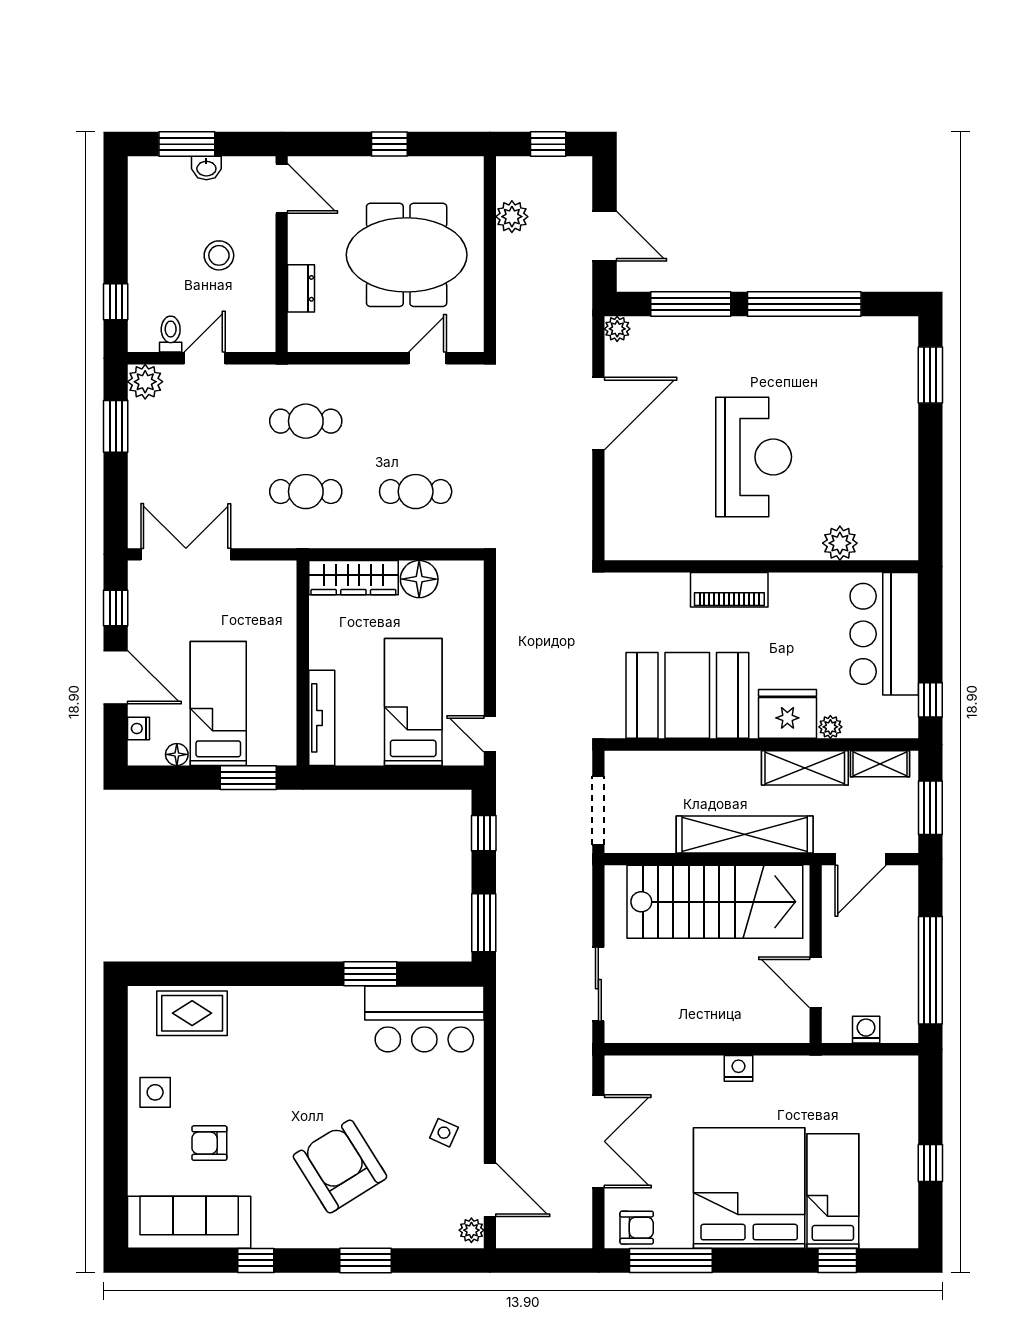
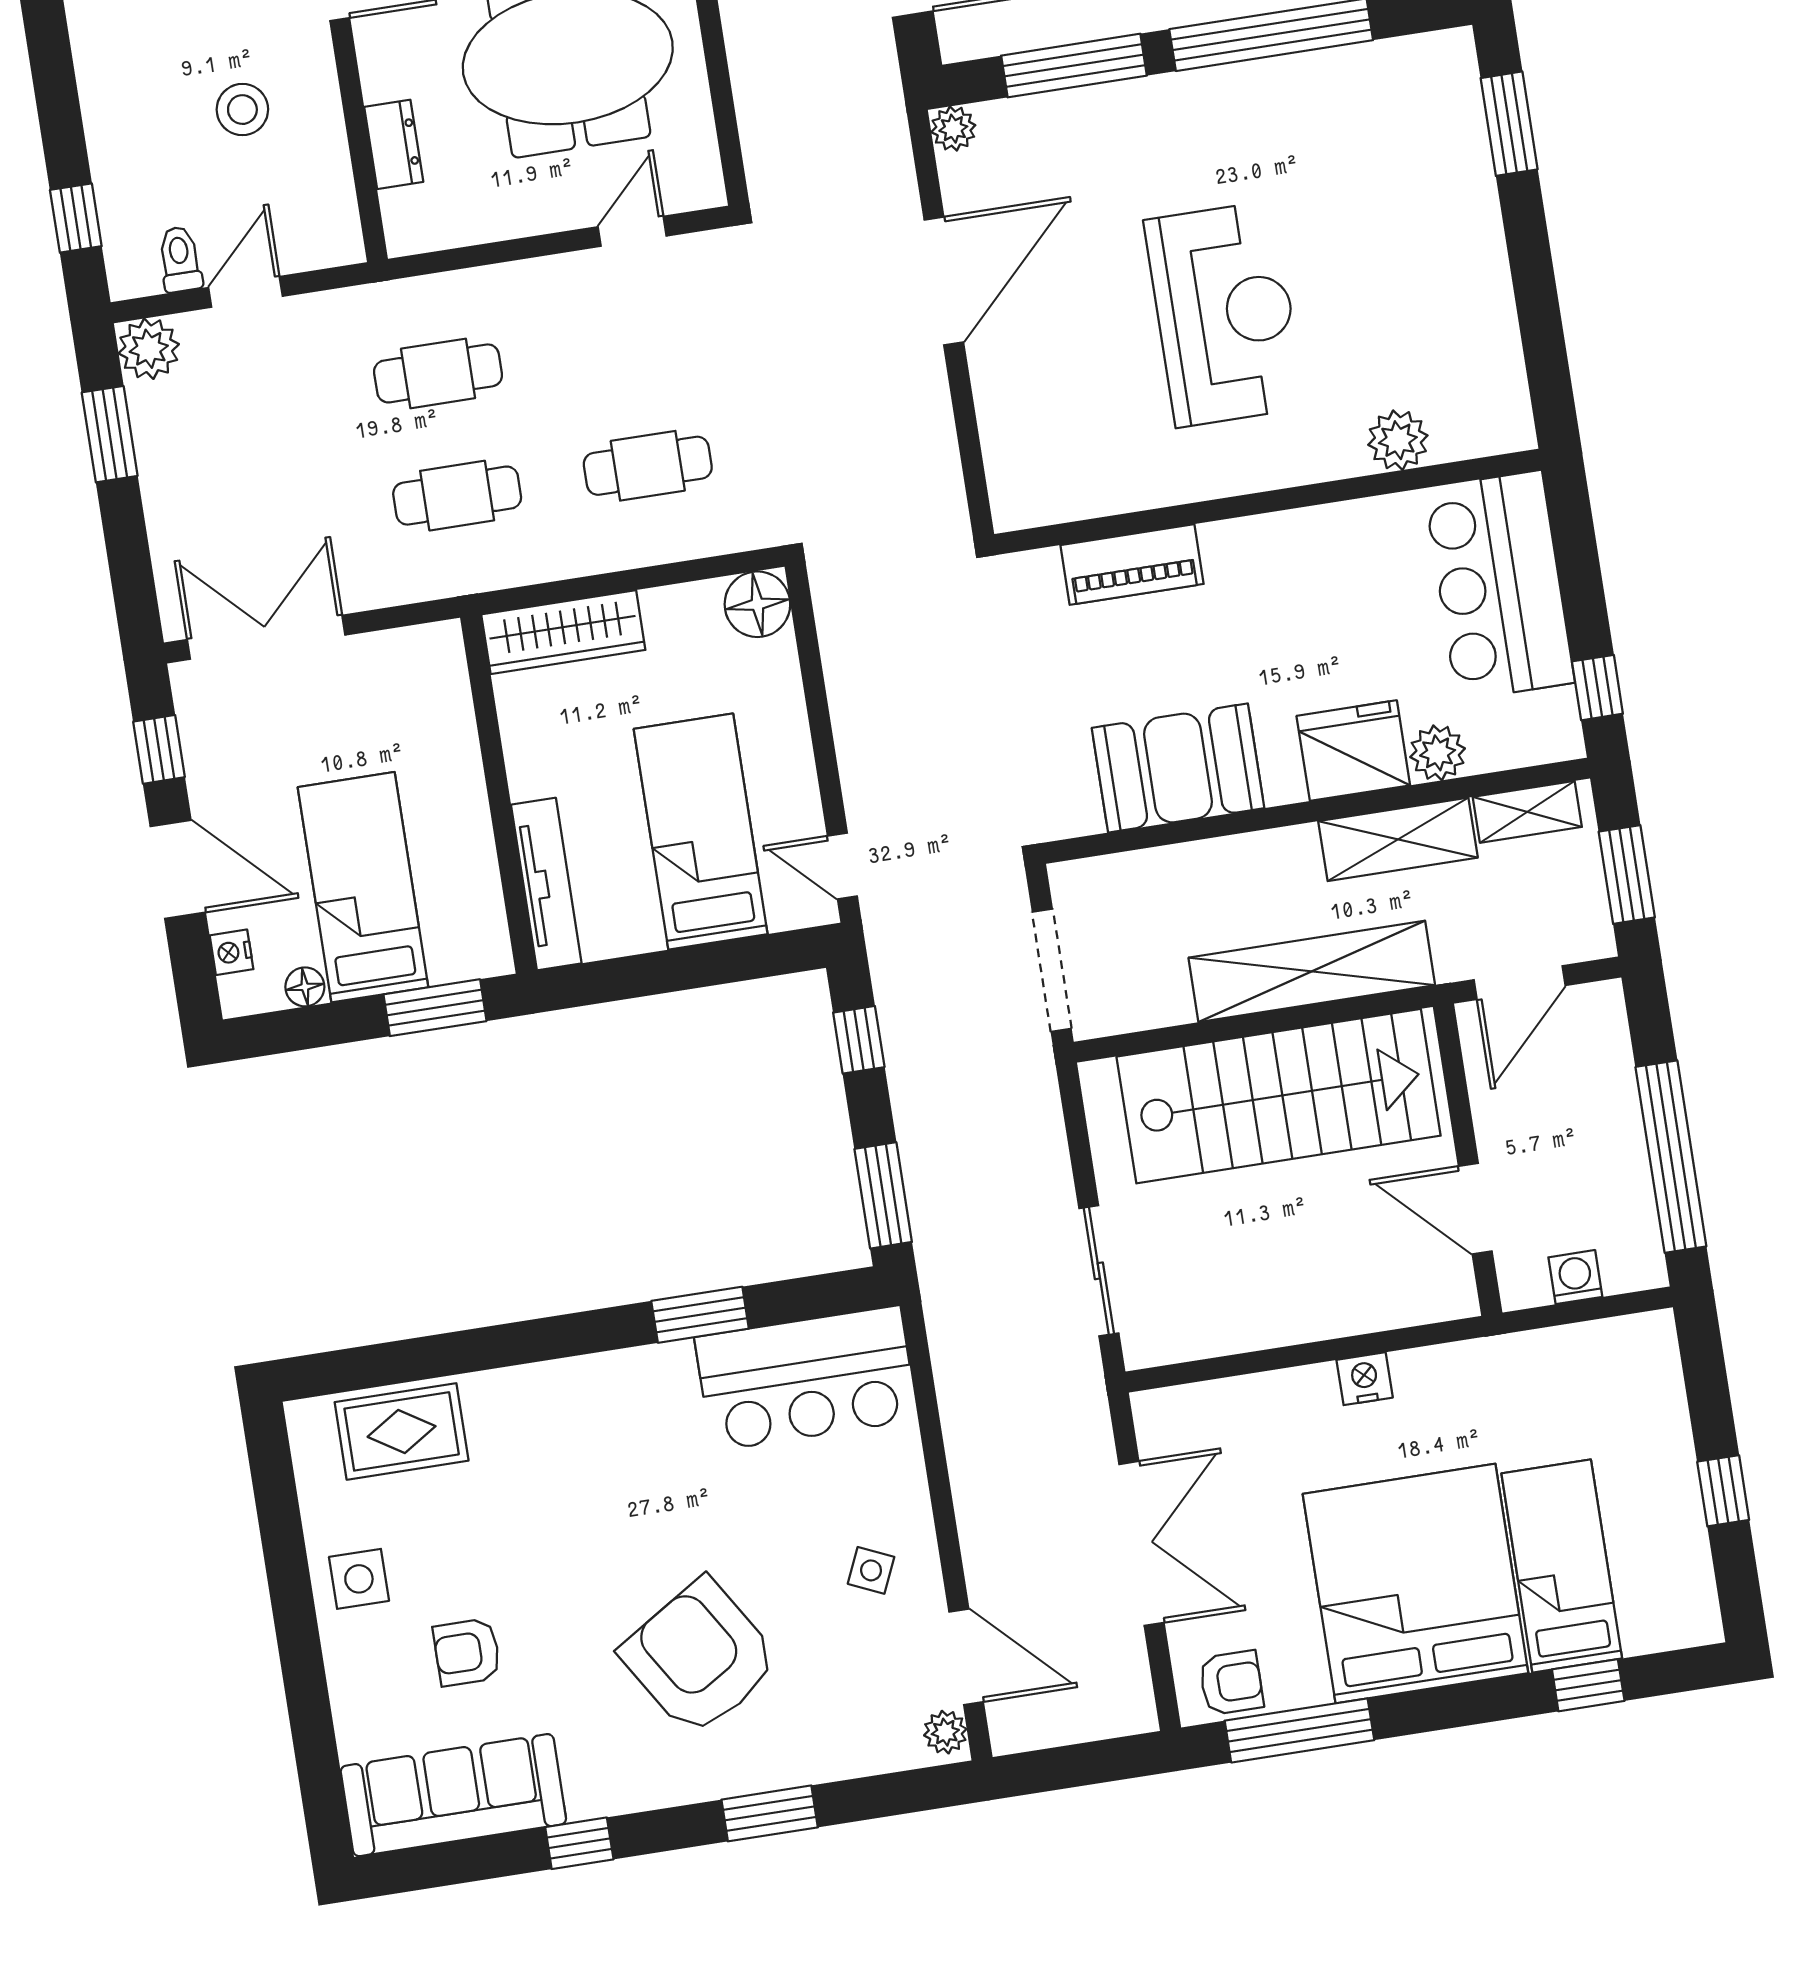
floor lamp: (419, 579) -> (757, 604), moved
piano: (729, 590) -> (1132, 565), moved
booth: (687, 695) -> (1178, 768), width x0.73, depth x0.70
plant: (830, 727) -> (1438, 753), width x1.38, depth x1.38

